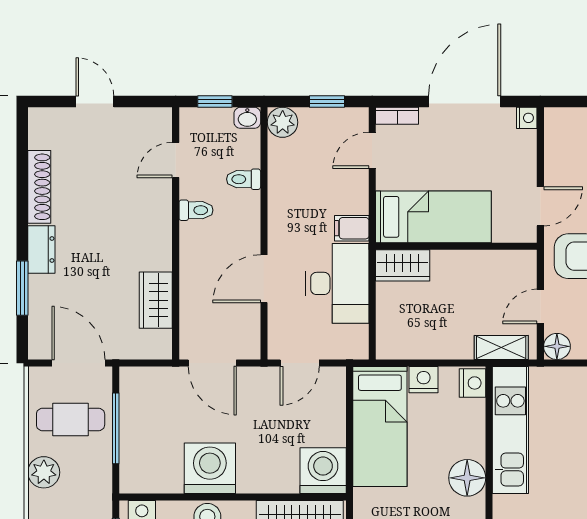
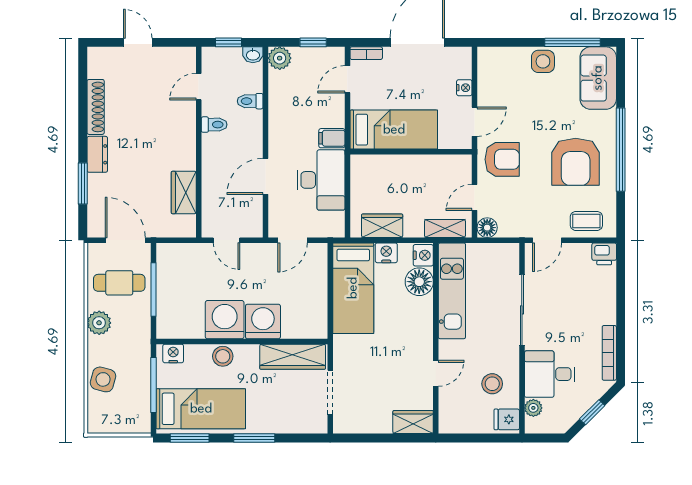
nightstand: (527, 118) -> (464, 88), moved
wardrobe: (403, 265) -> (382, 226), moved, turned 180
door: (212, 363) -> (227, 240), width x0.73
washing machine: (323, 471) -> (263, 321), moved
floor lamp: (467, 478) -> (419, 282), moved

